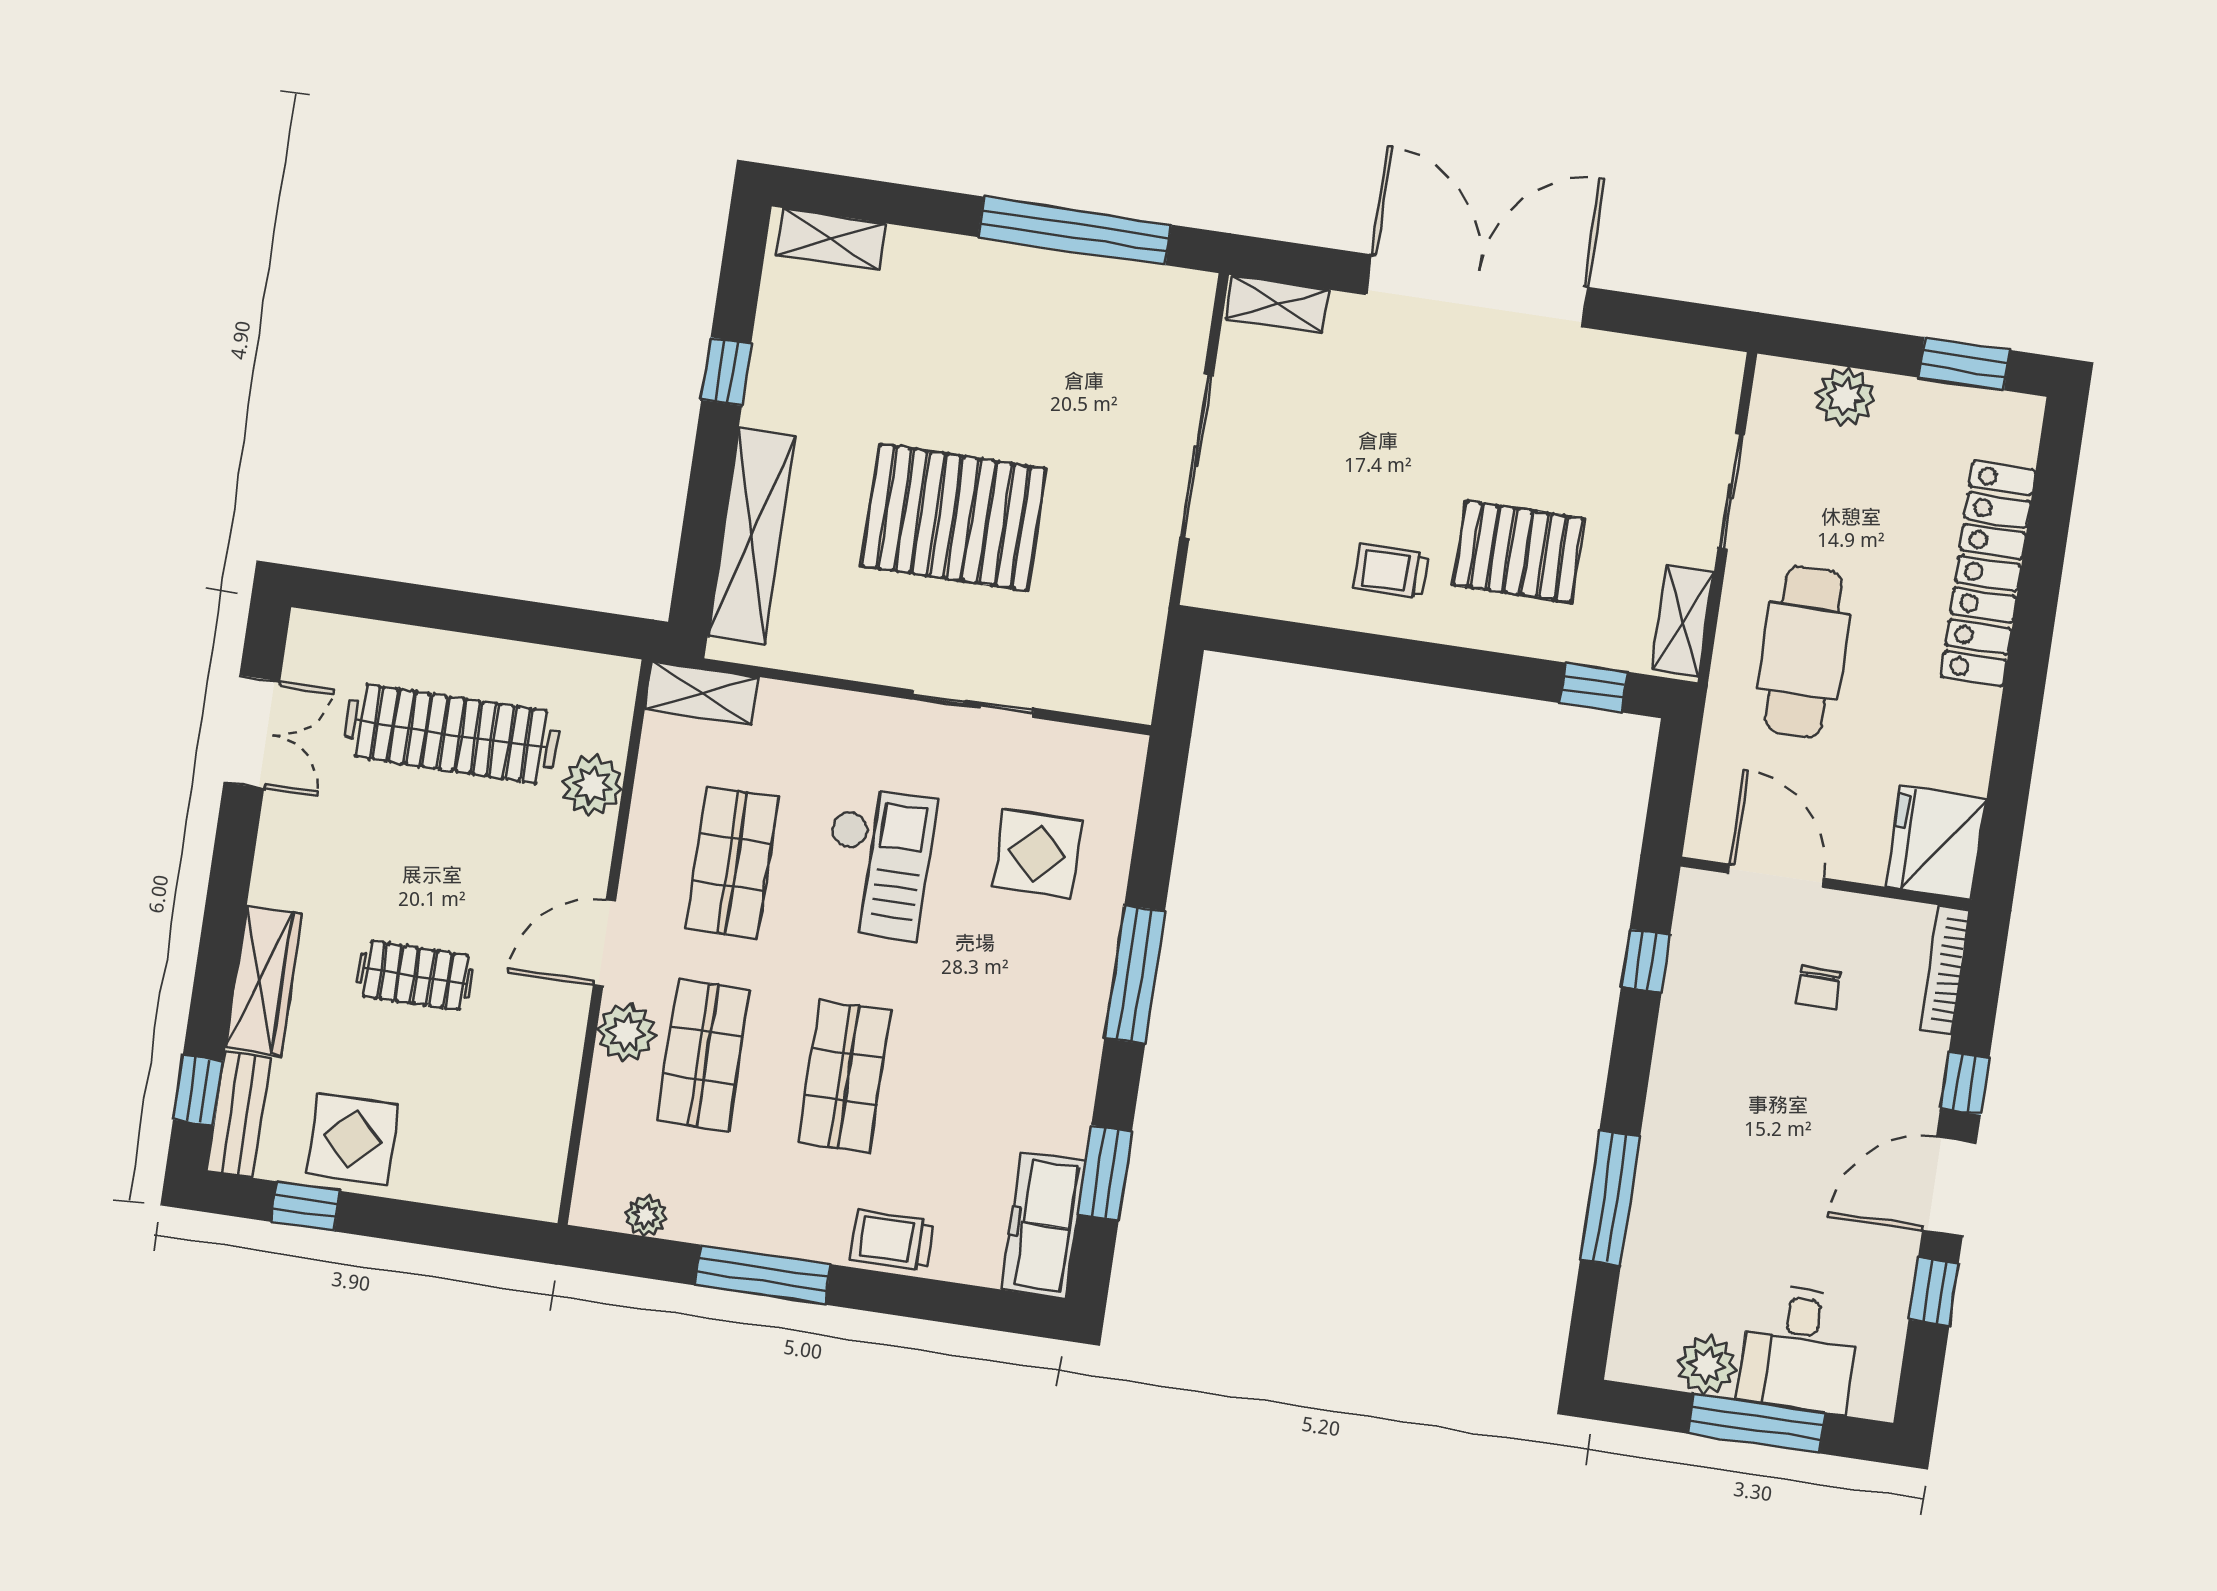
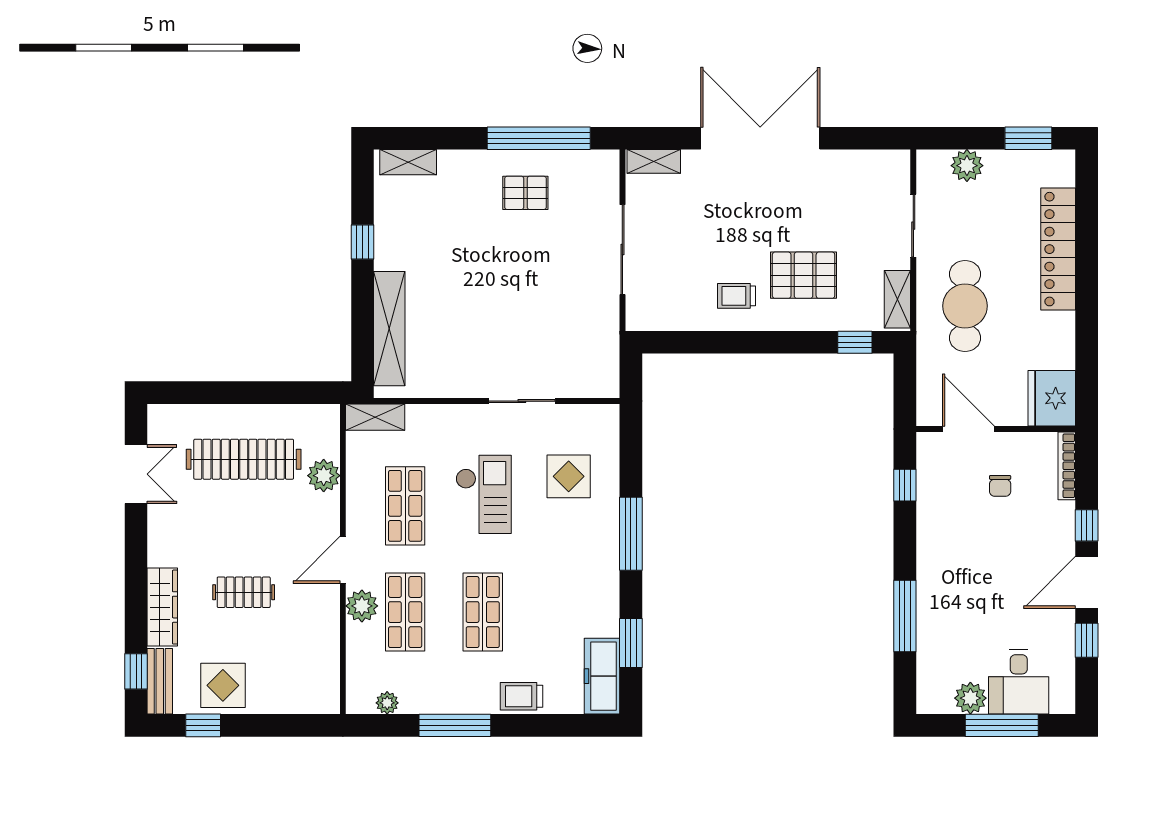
pallet: (954, 517) -> (525, 193), moved, width x0.49, depth x0.50

